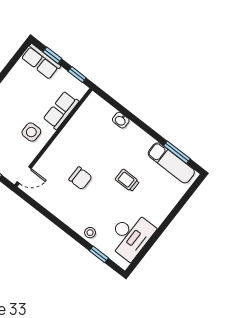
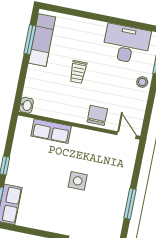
row of seats: (61, 110) -> (51, 131), moved
wall: (53, 137) -> (79, 126), moved
door: (24, 175) -> (127, 135), moved

